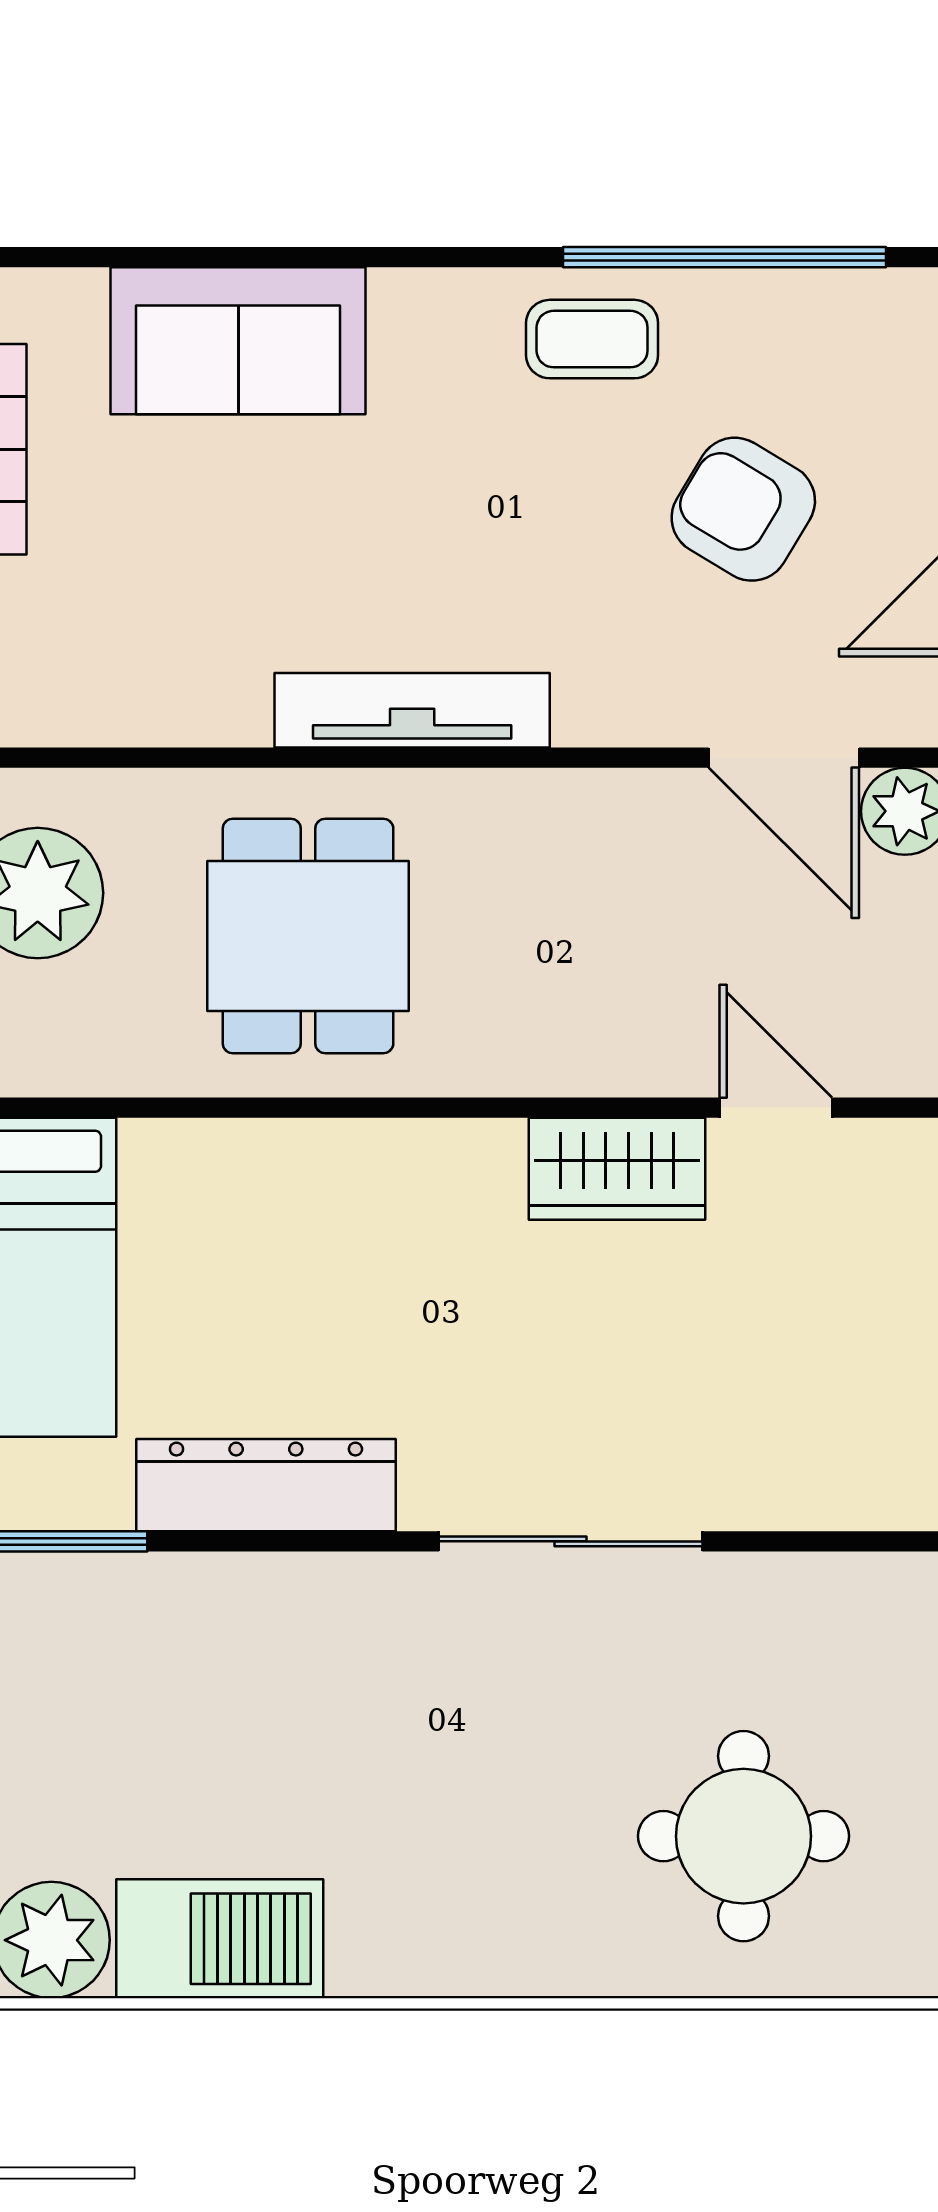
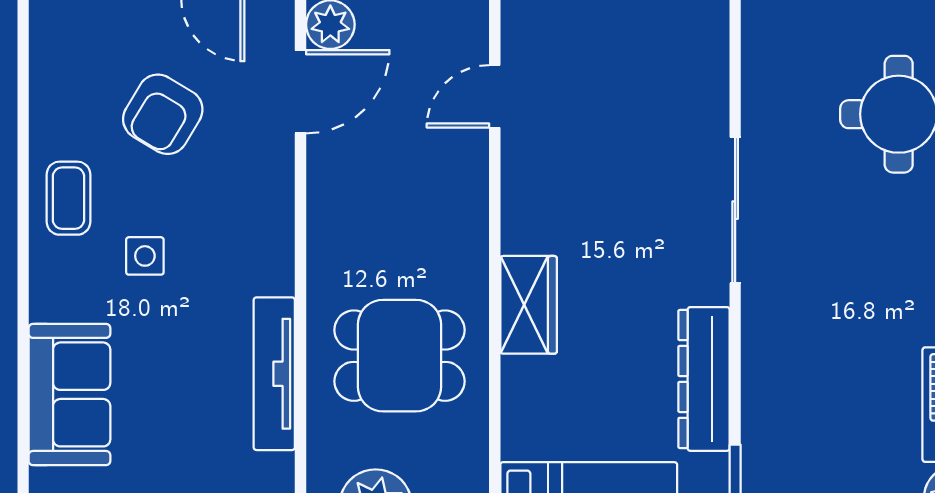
window: (725, 257) -> (23, 125), removed
side table: (488, 477) -> (145, 256), added
tv unit: (412, 710) -> (274, 374), moved
wardrobe: (617, 1169) -> (529, 305), moved

